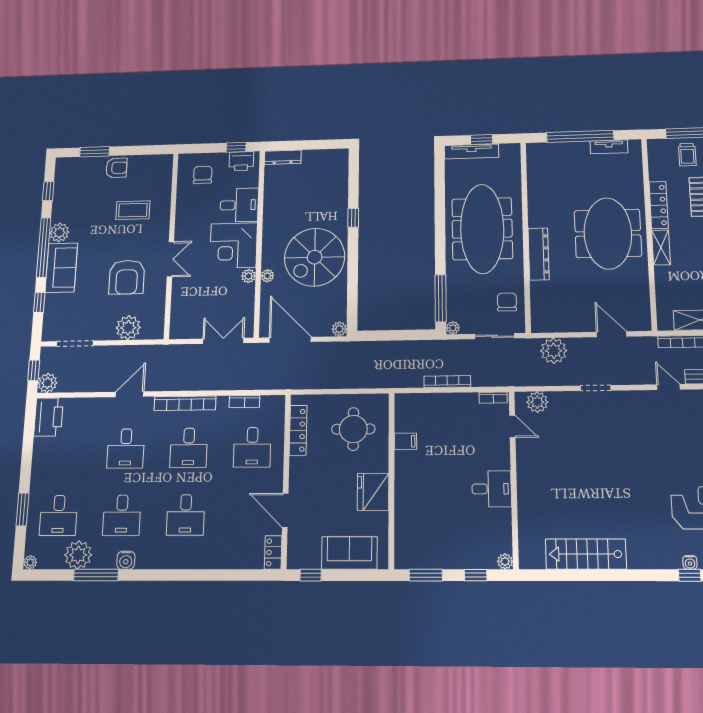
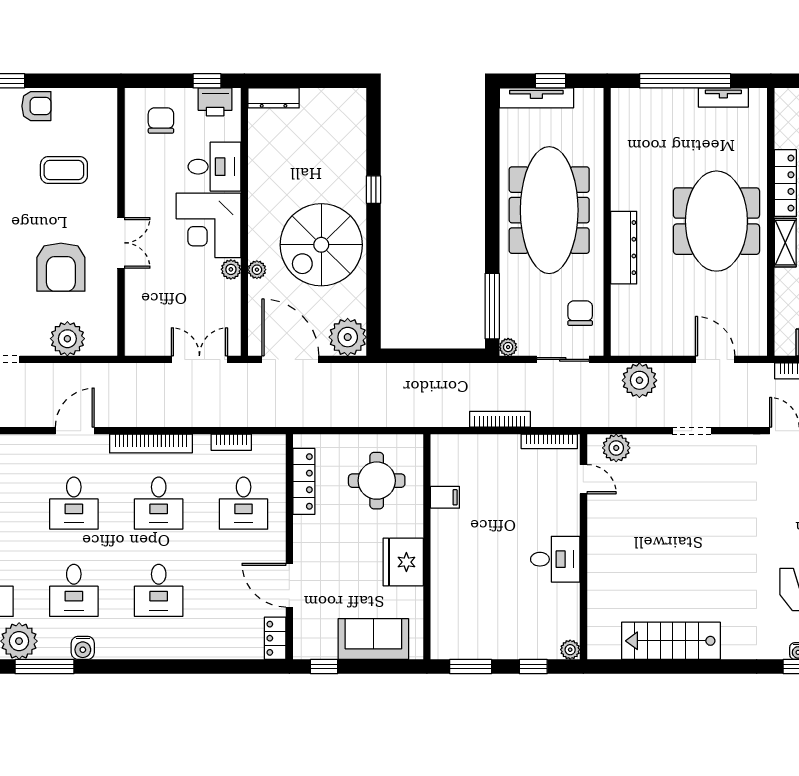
plant: (339, 329) -> (348, 337), width x1.88, depth x1.88
bookcase: (493, 398) -> (549, 441), width x1.56

